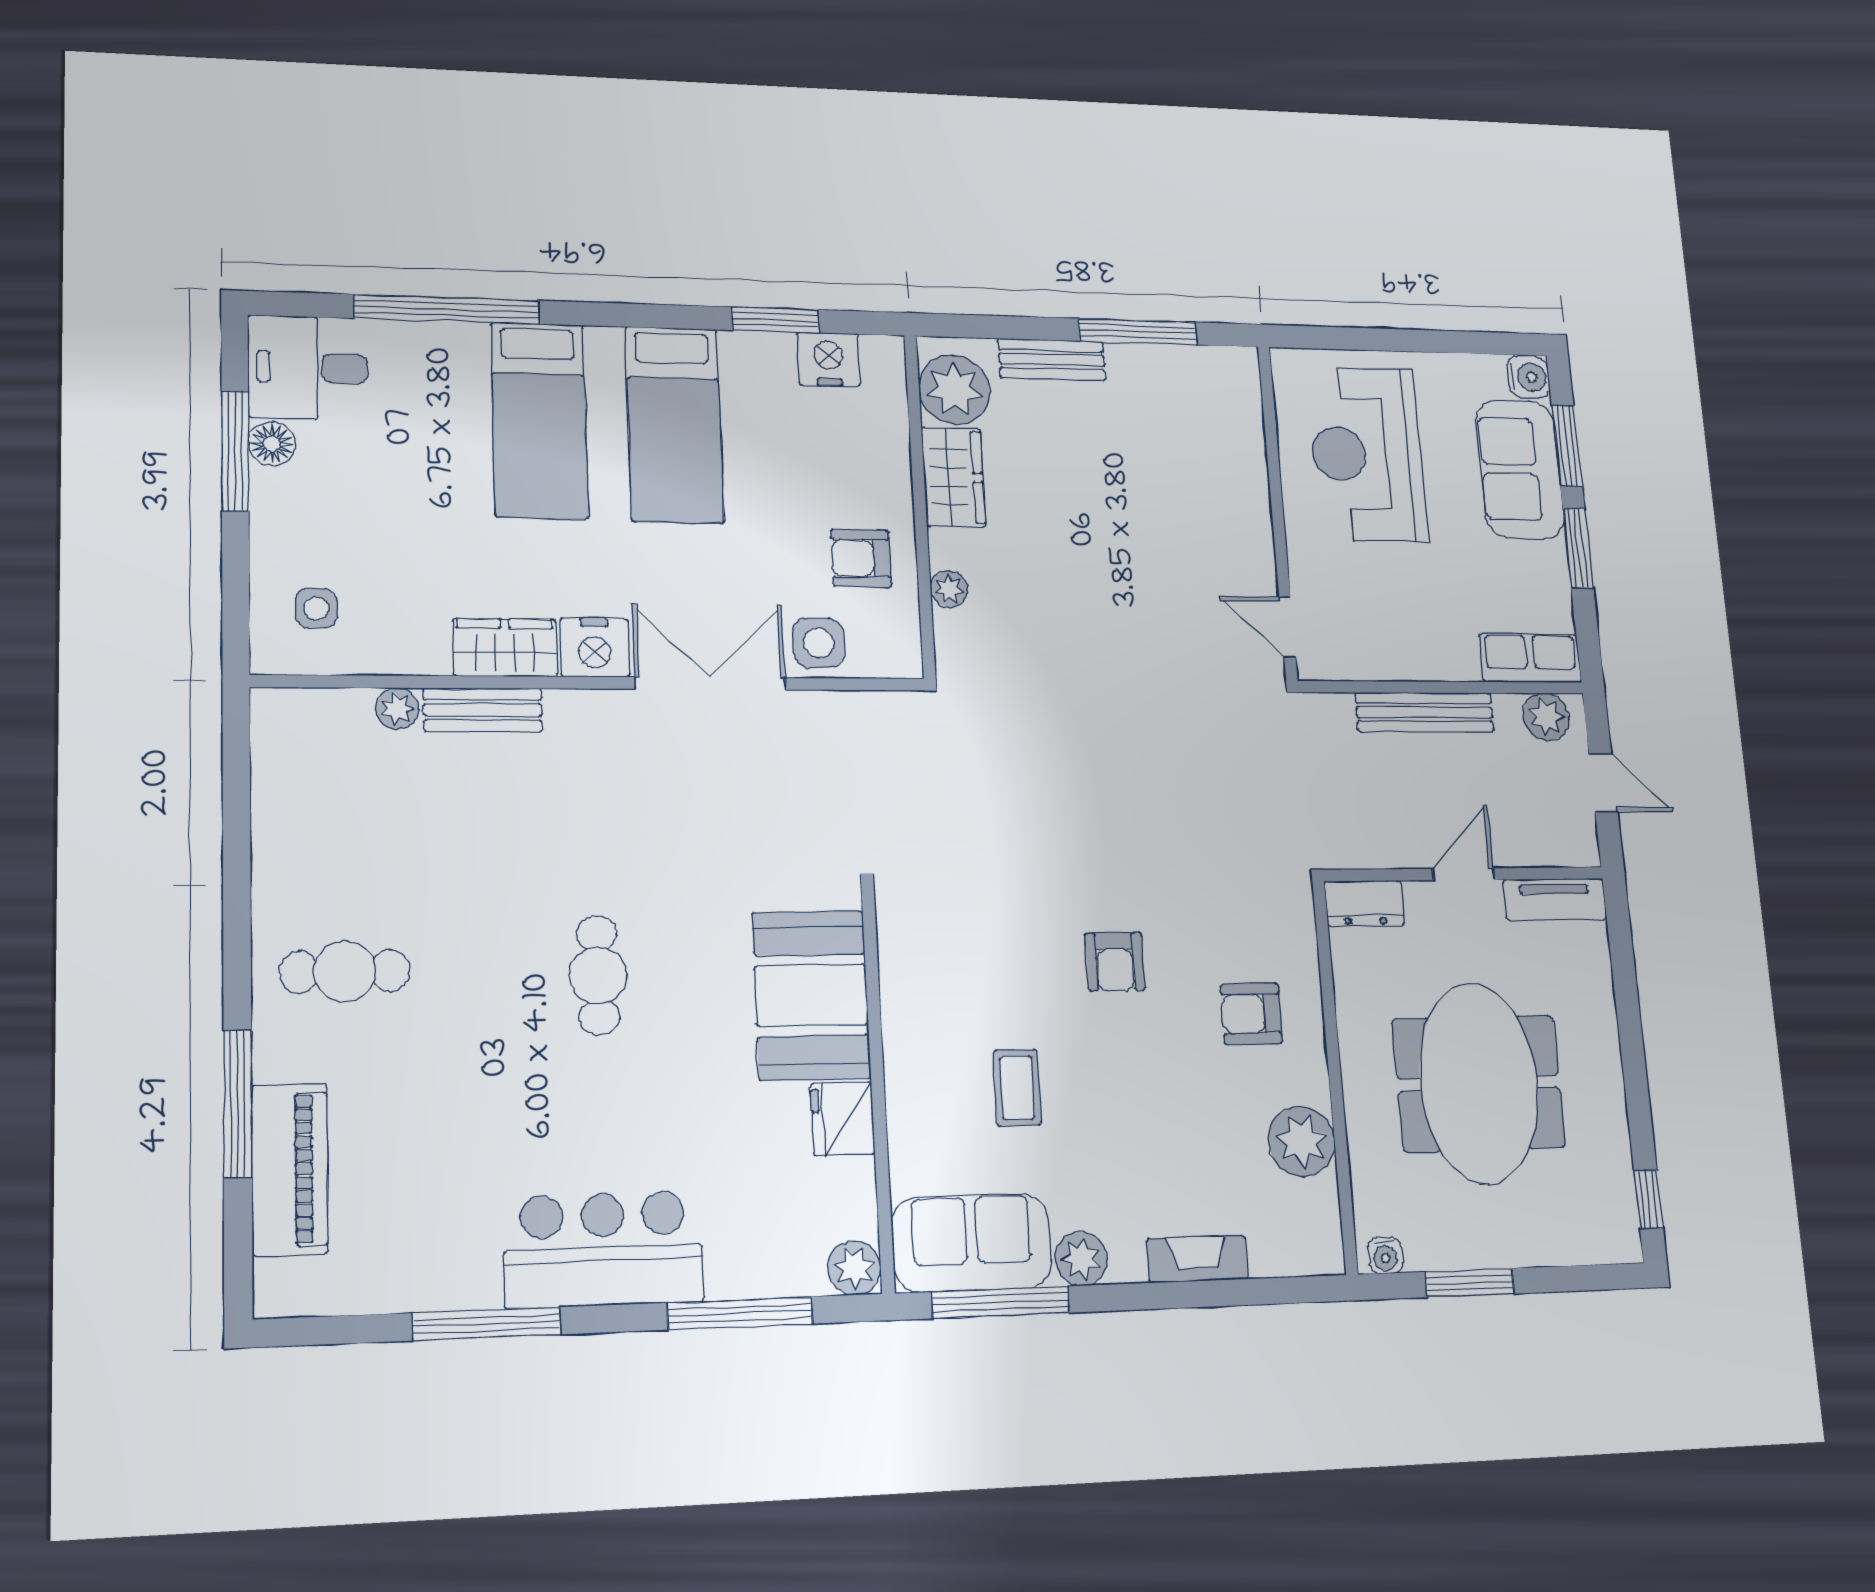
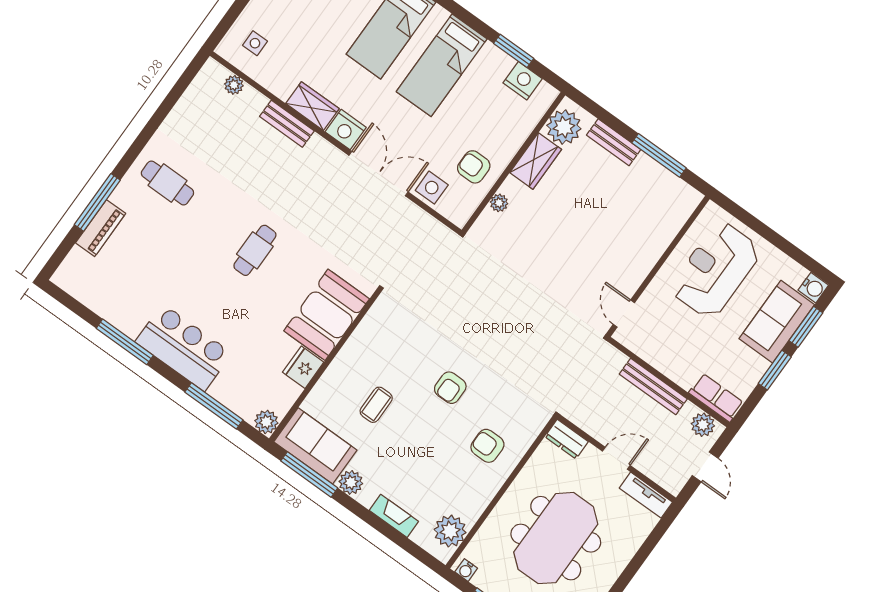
plant: (397, 708) -> (234, 85), moved
plant: (1302, 1141) -> (450, 531), moved
piano: (290, 1169) -> (101, 228), width x0.73, depth x0.75

